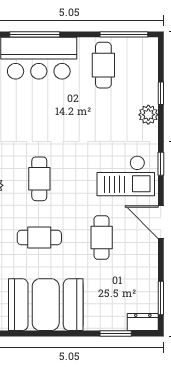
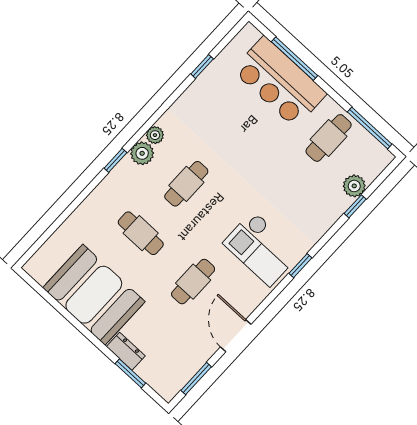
plant: (148, 115) -> (354, 186), moved
door: (161, 222) -> (236, 336), moved
dresser: (143, 322) -> (126, 351), moved

